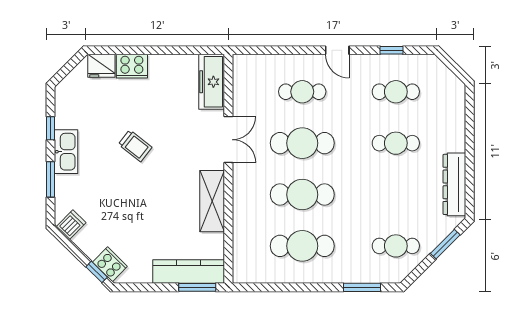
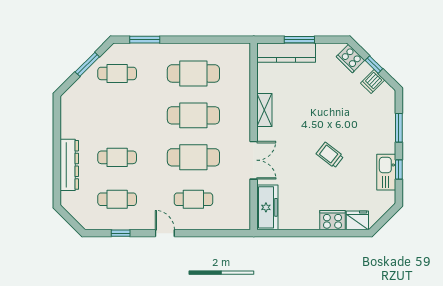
double door: (228, 140) -> (254, 160), swing flipped
kitchen sink: (66, 152) -> (386, 172), moved
dresser: (454, 184) -> (69, 165), moved
shelving: (212, 201) -> (264, 110), width x0.67, depth x0.75
dishwasher: (71, 225) -> (373, 81), moved
window: (445, 244) -> (87, 64), moved
window: (97, 272) -> (374, 65), moved
window: (197, 287) -> (299, 40), moved

